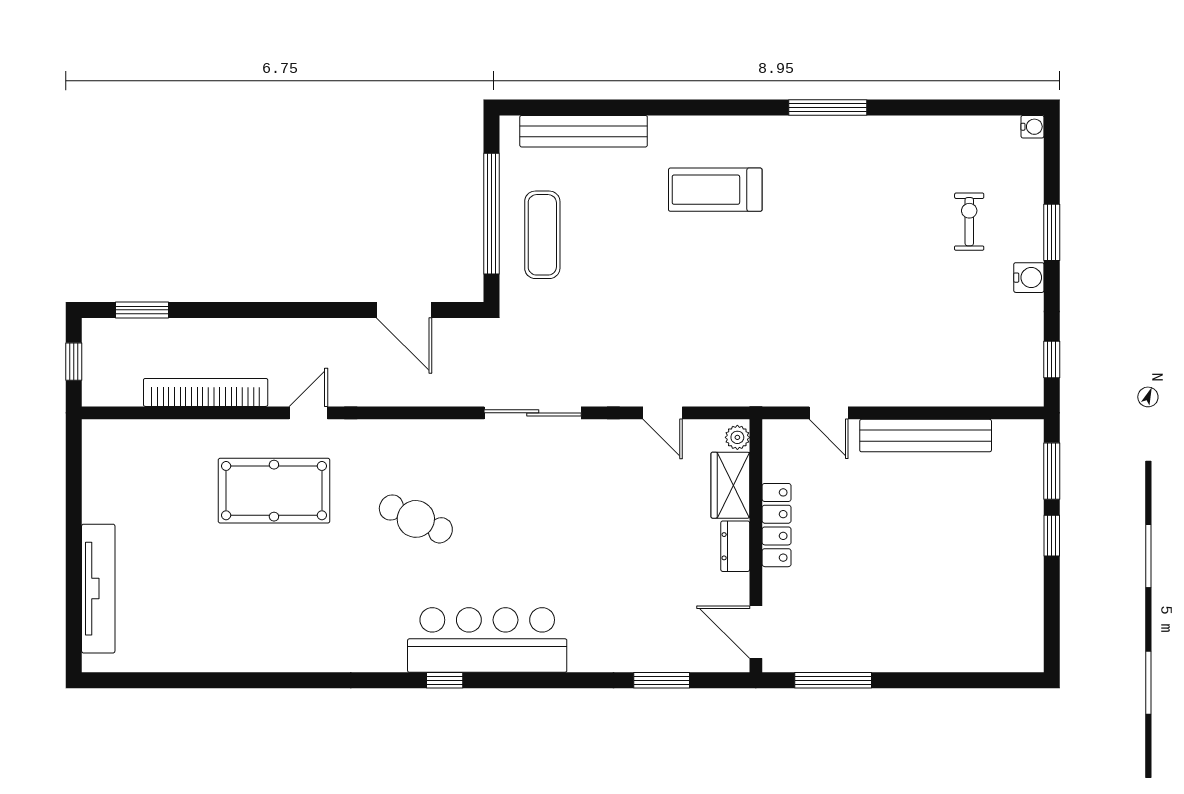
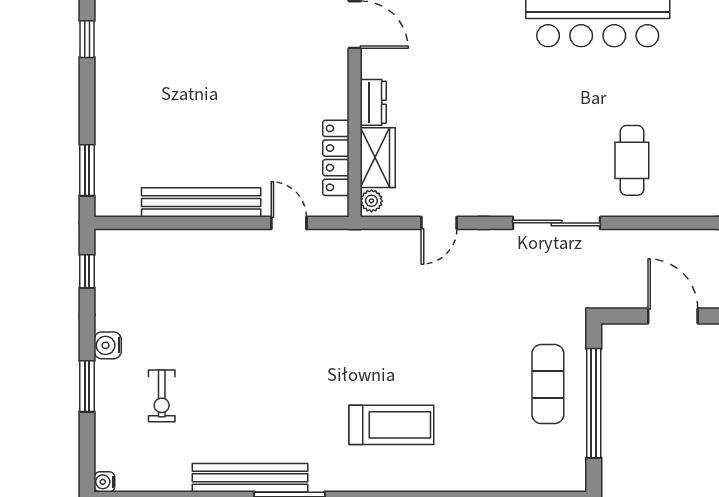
bench: (584, 131) -> (250, 478), moved
door: (663, 413) -> (439, 223), swing flipped
cafe table: (416, 519) -> (632, 160), moved, turned 65
locker: (777, 525) -> (336, 158), moved
window: (1052, 536) -> (87, 39), moved

